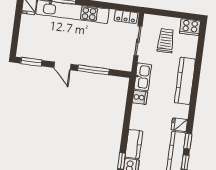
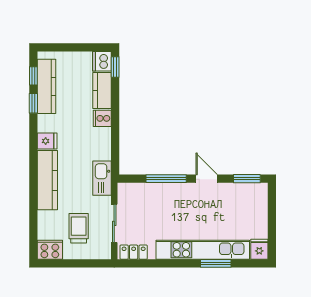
trolley: (166, 41) -> (79, 228), turned 180
cooker: (140, 97) -> (102, 118), moved
fridge: (179, 125) -> (47, 141), moved

